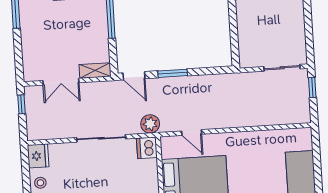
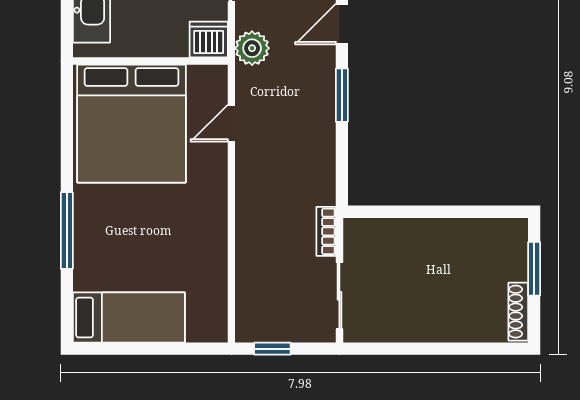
bookcase: (247, 77) -> (326, 231), added
window: (312, 88) -> (272, 349), moved

